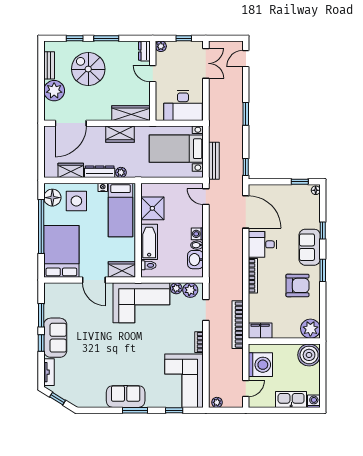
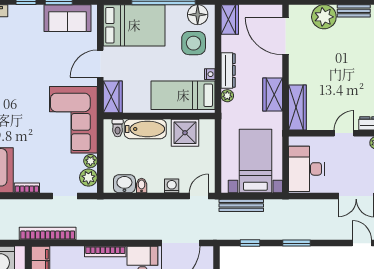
spiral stairs: (88, 69) -> (349, 57), removed
window: (246, 167) -> (250, 243), moved
wardrobe: (71, 170) -> (230, 19), moved
washing machine: (197, 234) -> (172, 186), moved
sofa: (55, 338) -> (68, 18), moved

